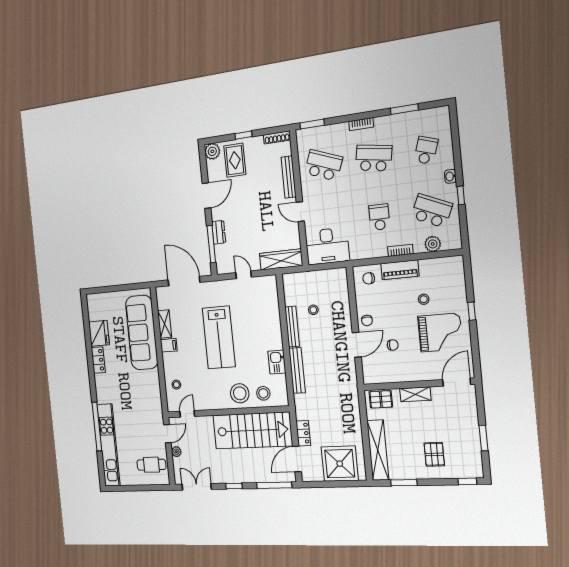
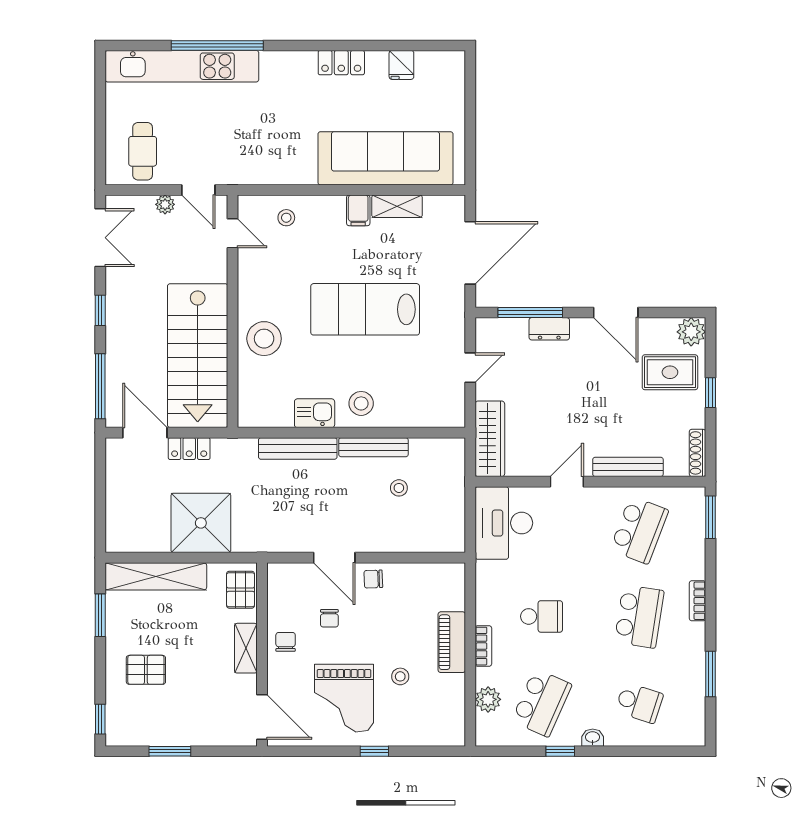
chair: (369, 278) -> (286, 642), moved
fridge: (99, 333) -> (401, 65), width x0.53, depth x0.75
stool: (263, 393) -> (361, 403), moved
shower: (340, 464) -> (201, 523), moved

